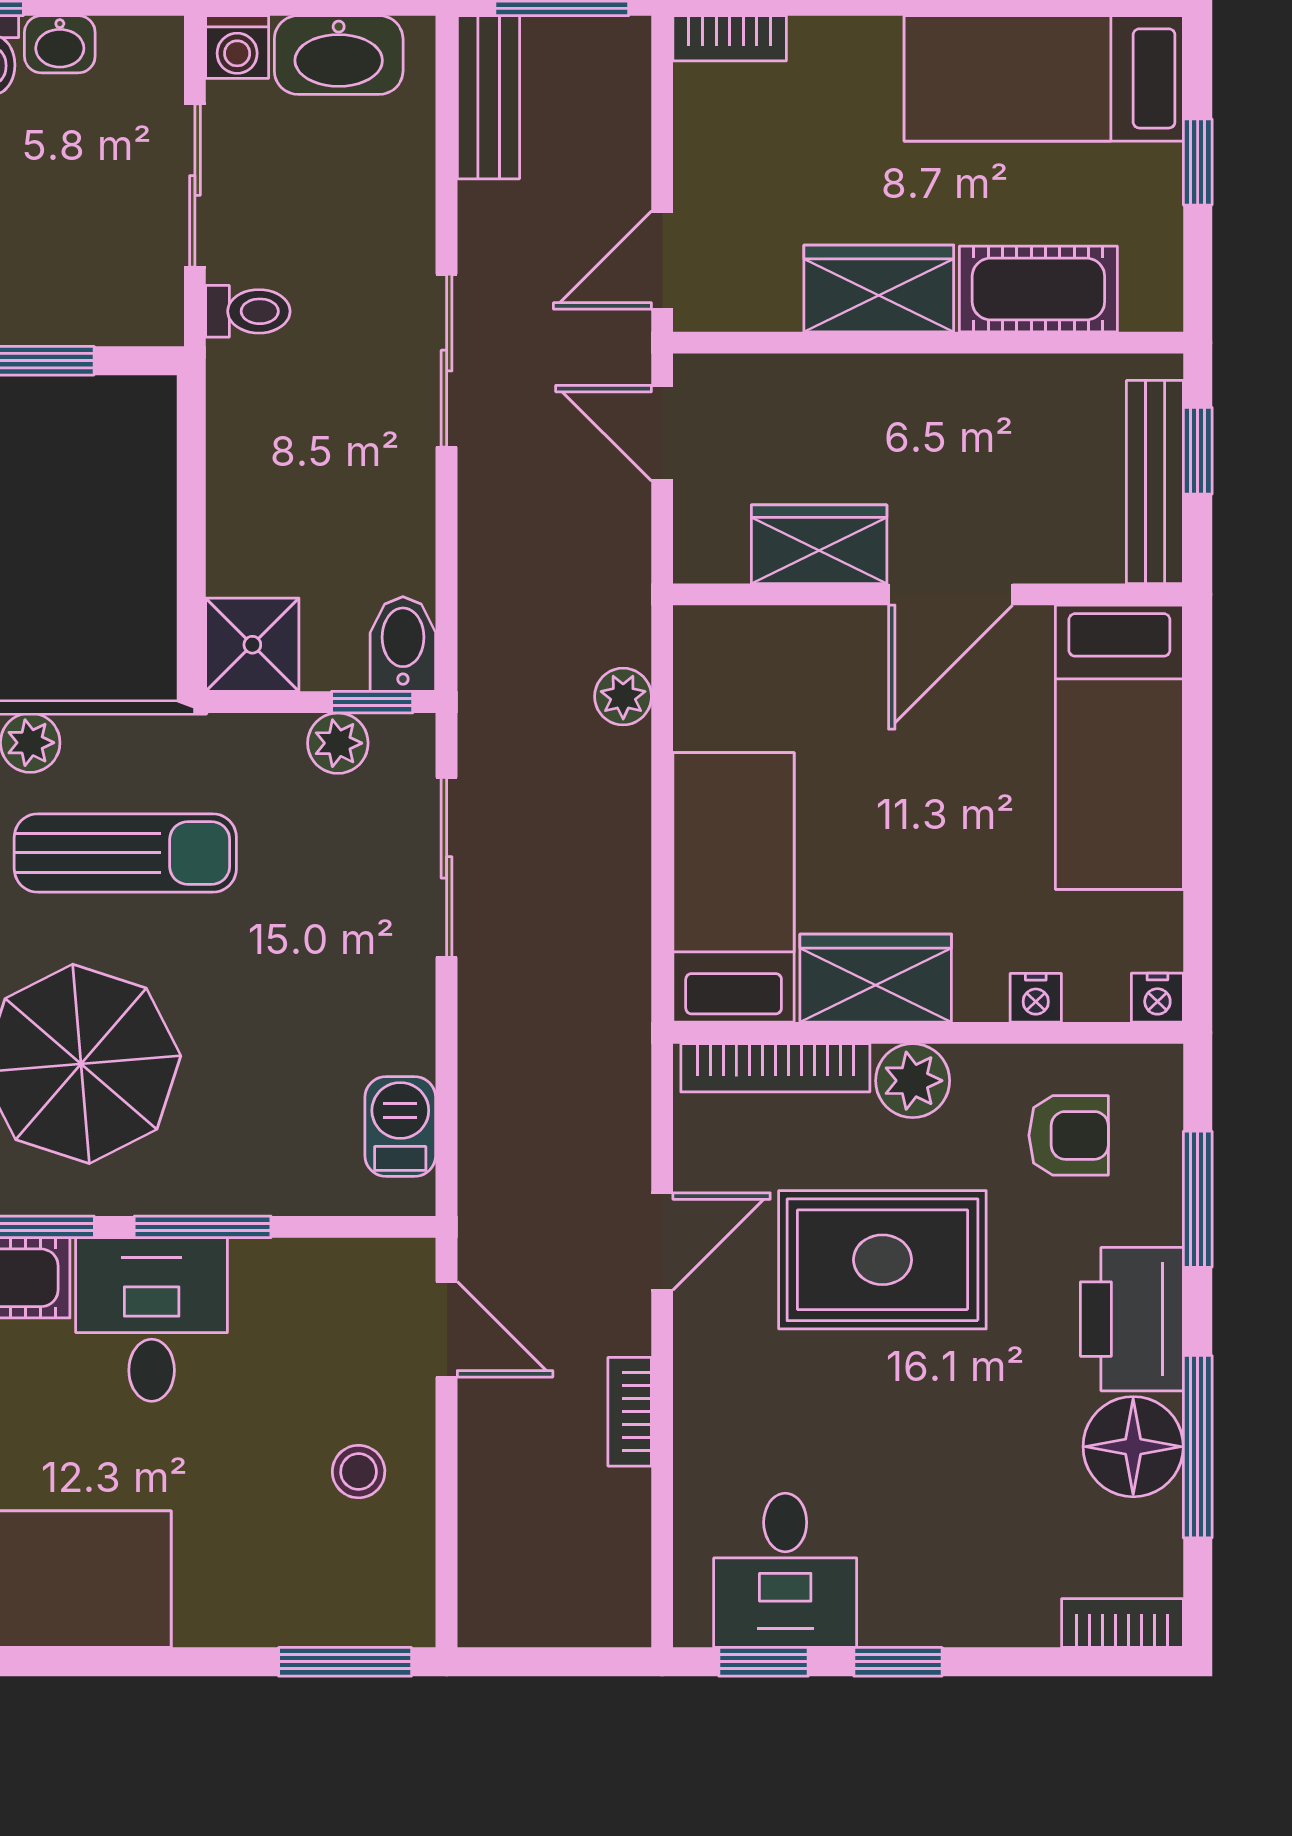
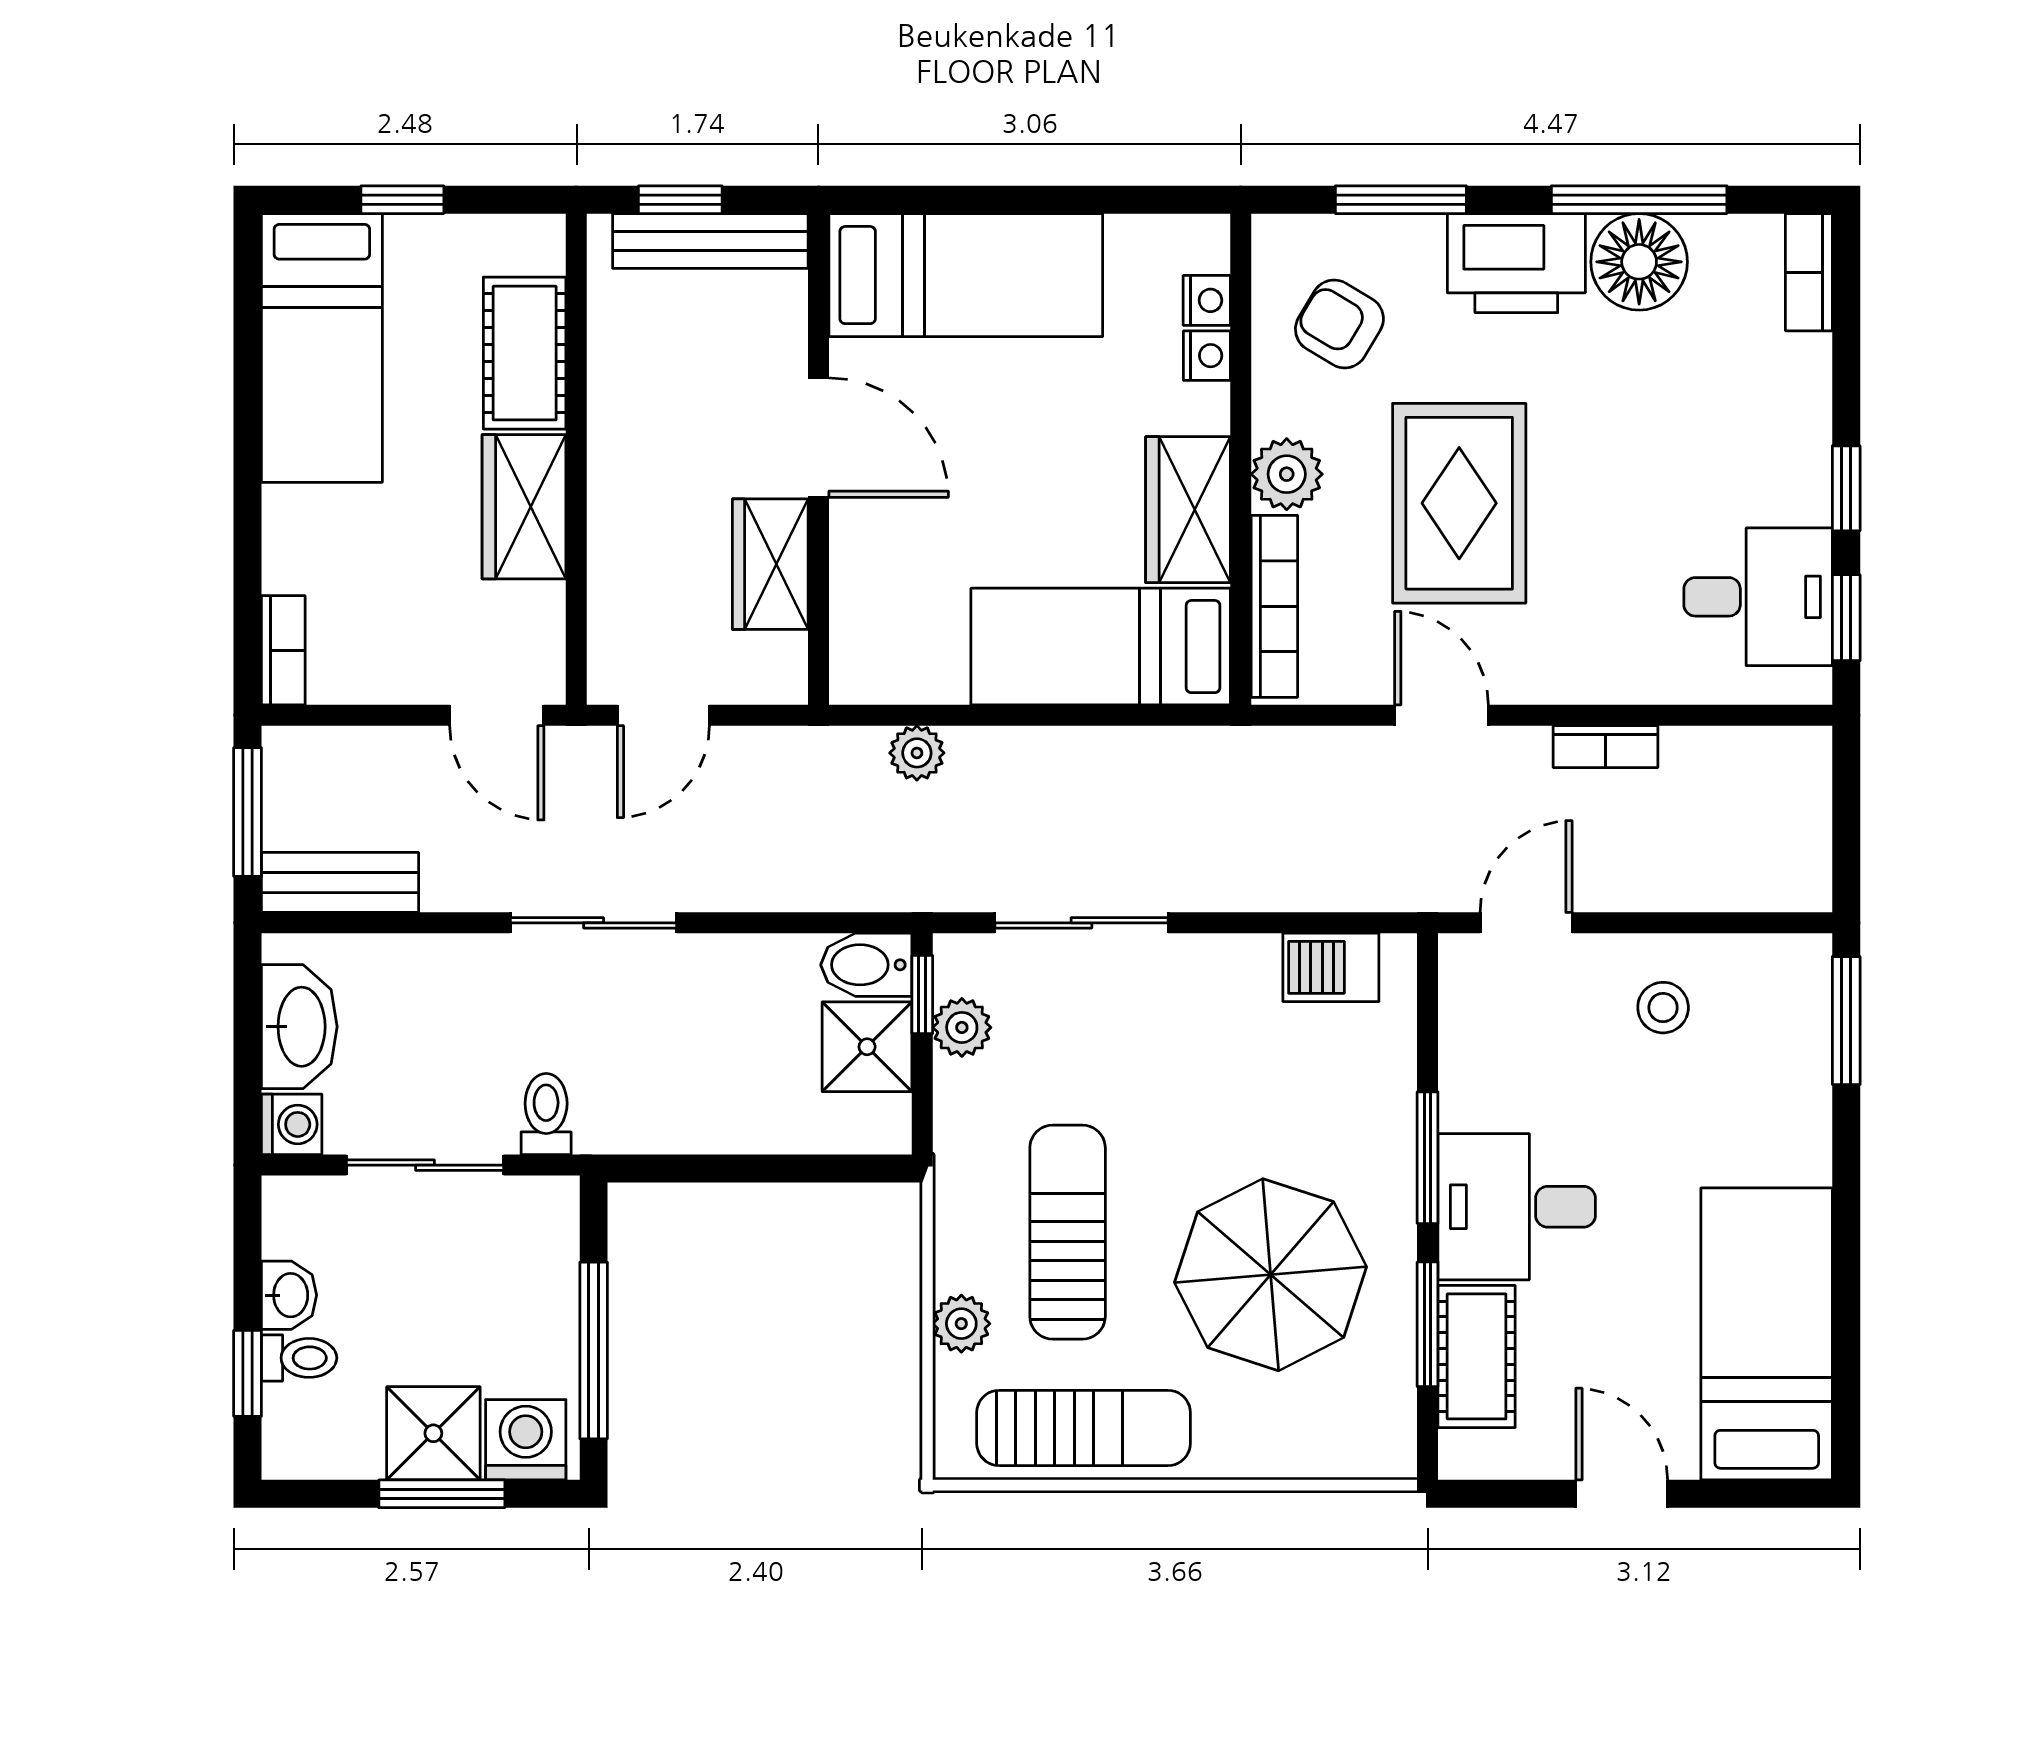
shower: (252, 645) -> (867, 1047), moved
nightstand: (1157, 998) -> (1207, 300), moved
armchair: (1069, 1135) -> (1339, 324), turned -59

